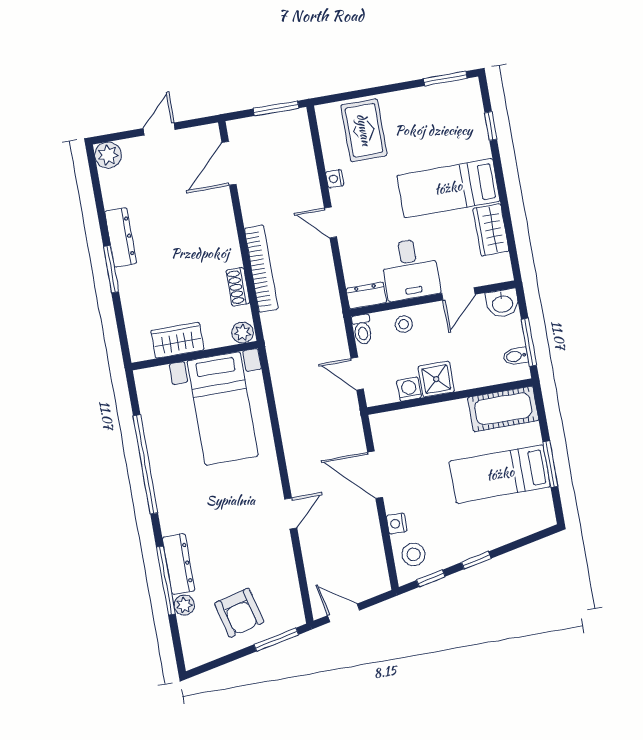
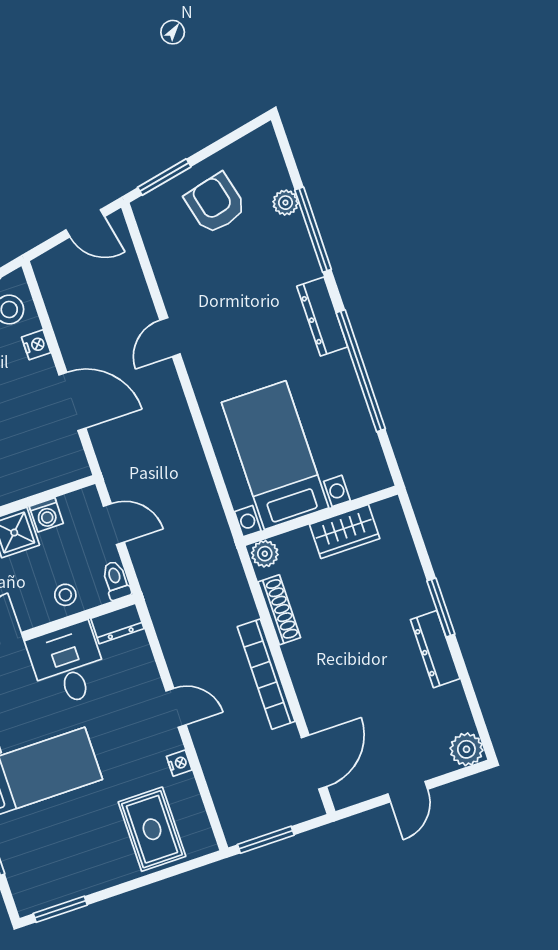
bookcase: (261, 269) -> (266, 674), moved
shoe rack: (238, 287) -> (279, 610), width x1.43
dresser: (178, 564) -> (322, 317), moved

